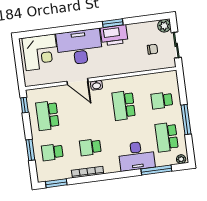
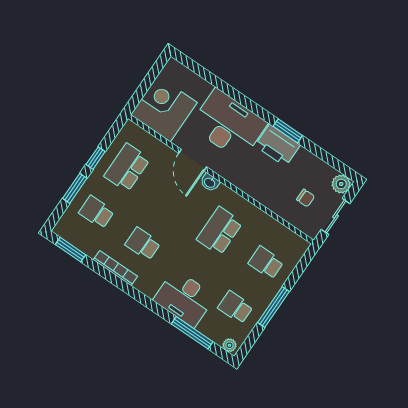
corner desk: (41, 52) -> (164, 109), moved, turned 180
window: (24, 105) -> (96, 158), moved
school desk: (167, 137) -> (235, 307), width x0.54

